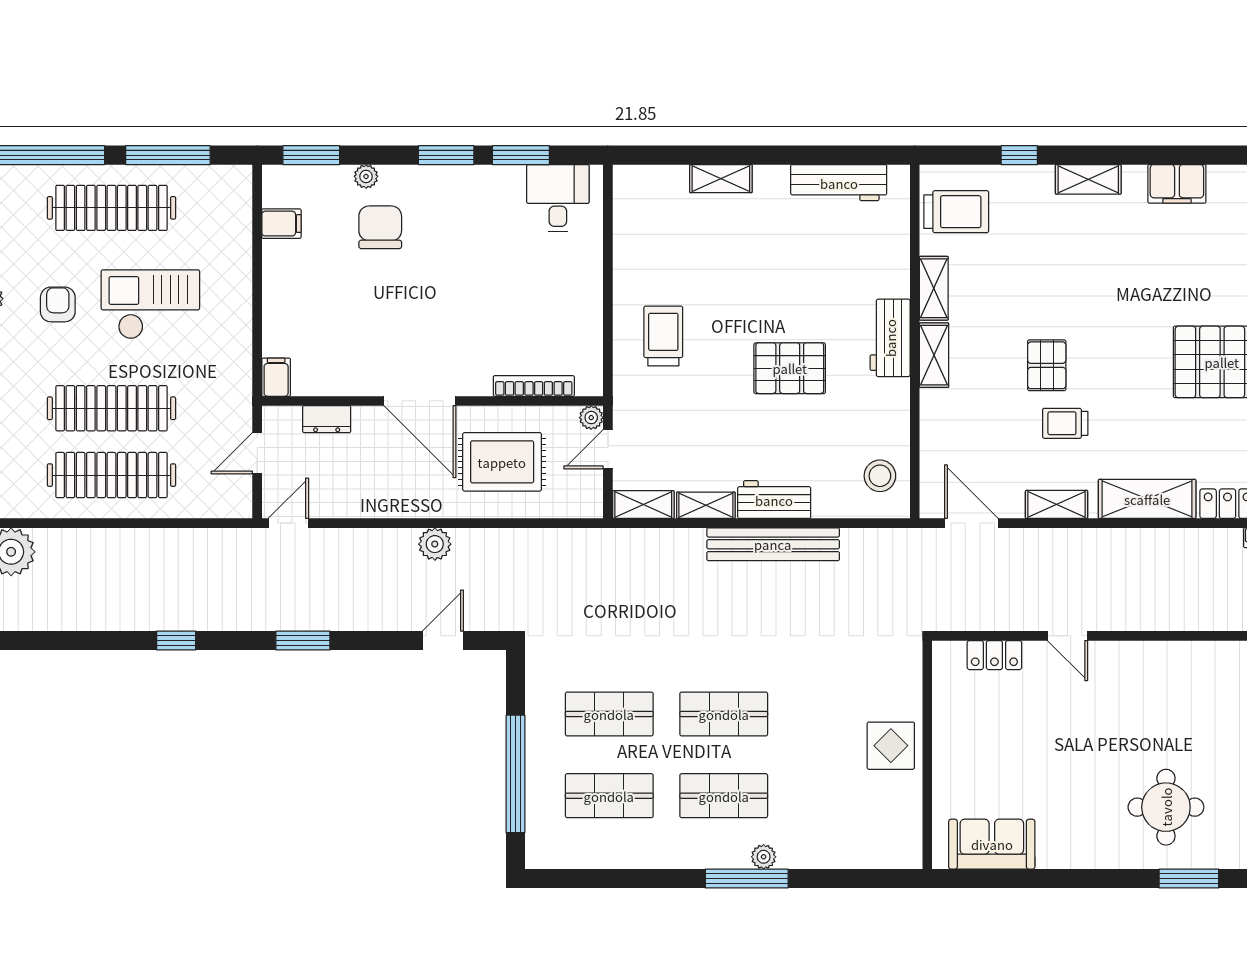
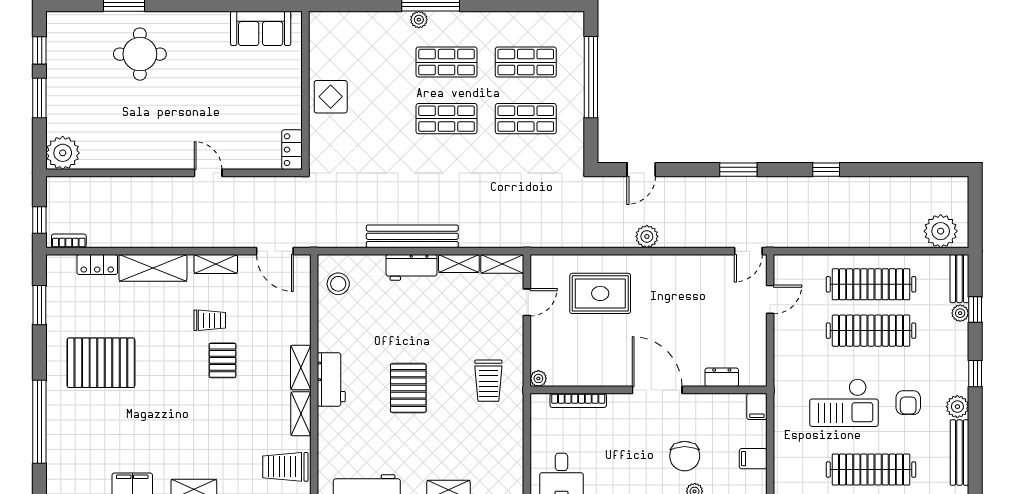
pallet: (790, 368) -> (408, 388), moved, turned 90
filing cabinet: (276, 377) -> (757, 406), moved
bookcase: (534, 386) -> (578, 400), moved
door: (420, 401) -> (657, 390), moved
wall: (432, 401) -> (648, 390), moved
plant: (591, 418) -> (538, 378), moved
dresser: (327, 419) -> (722, 377), moved
locker: (994, 655) -> (292, 150), moved, turned -90

